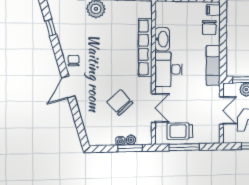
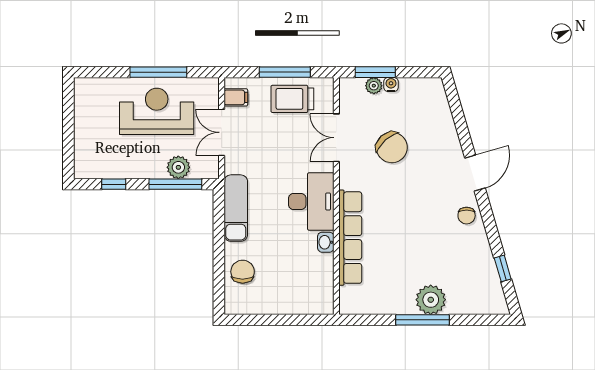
filing cabinet: (213, 10) -> (236, 97), moved
washbasin: (162, 39) -> (326, 242), width x0.52, depth x0.69
trolley: (180, 131) -> (292, 99), turned 180

